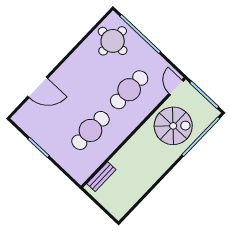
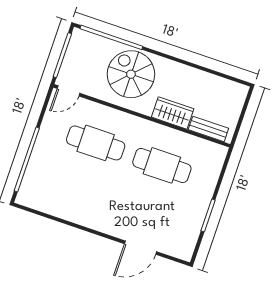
round table: (113, 41) -> (49, 187), removed
door: (38, 87) -> (141, 248), swing flipped
spiral stairs: (173, 126) -> (131, 74), moved
wardrobe: (125, 156) -> (173, 113), added

